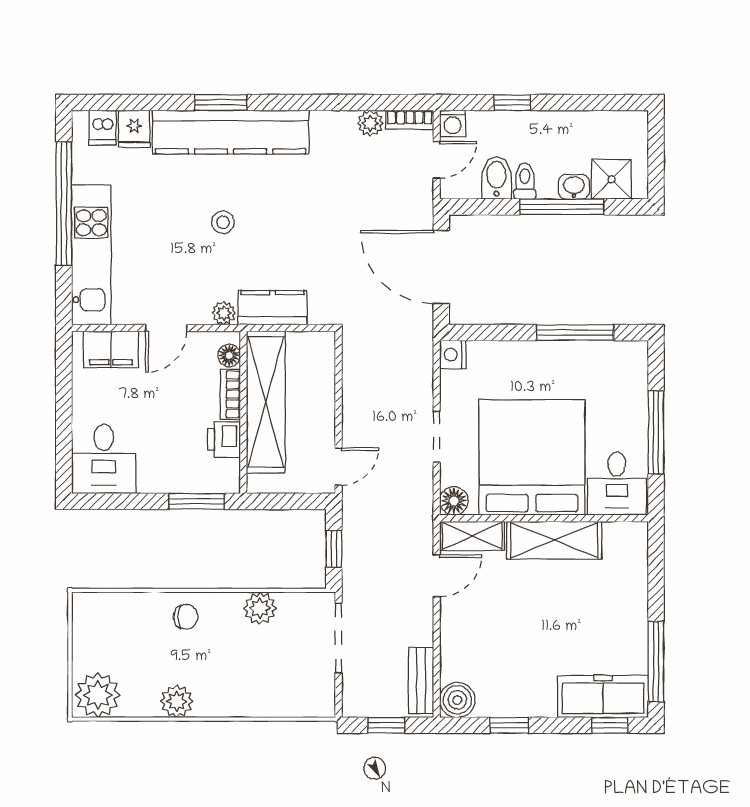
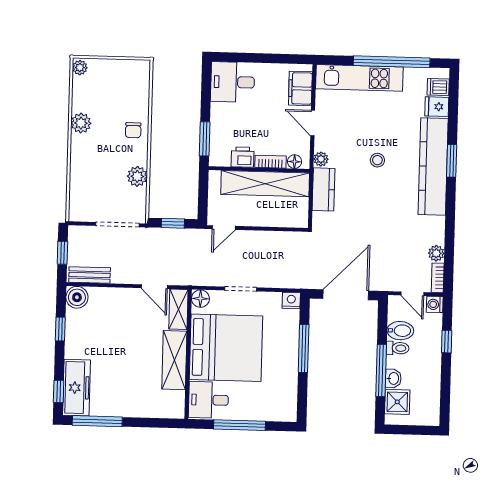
window: (575, 333) -> (304, 348), moved
door: (338, 466) -> (224, 228), hinge flipped
plant: (98, 695) -> (80, 68), width x0.53, depth x0.53

